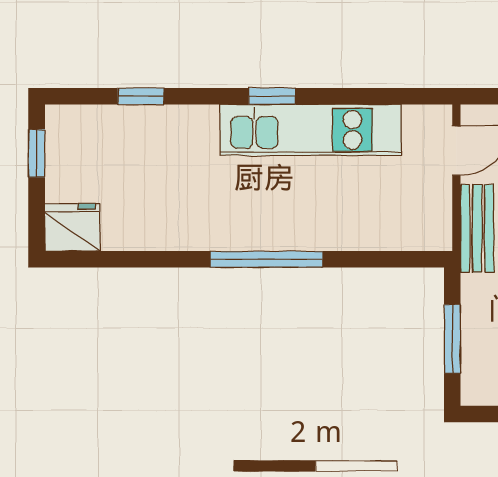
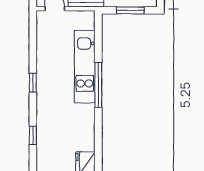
kitchen unit: (311, 130) -> (85, 67), moved, turned 180

